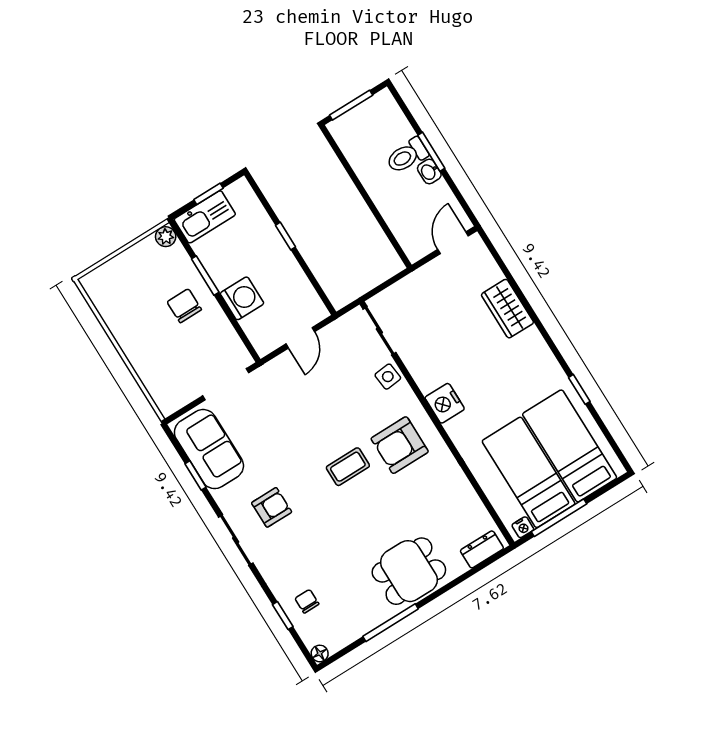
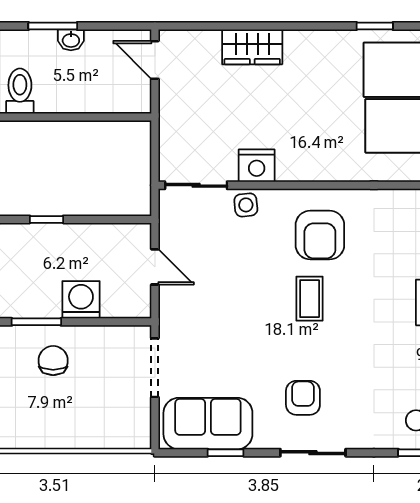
toilet: (407, 156) -> (20, 91), moved, turned 180
chair: (184, 306) -> (53, 361), turned 90
nightstand: (445, 403) -> (257, 166), moved

